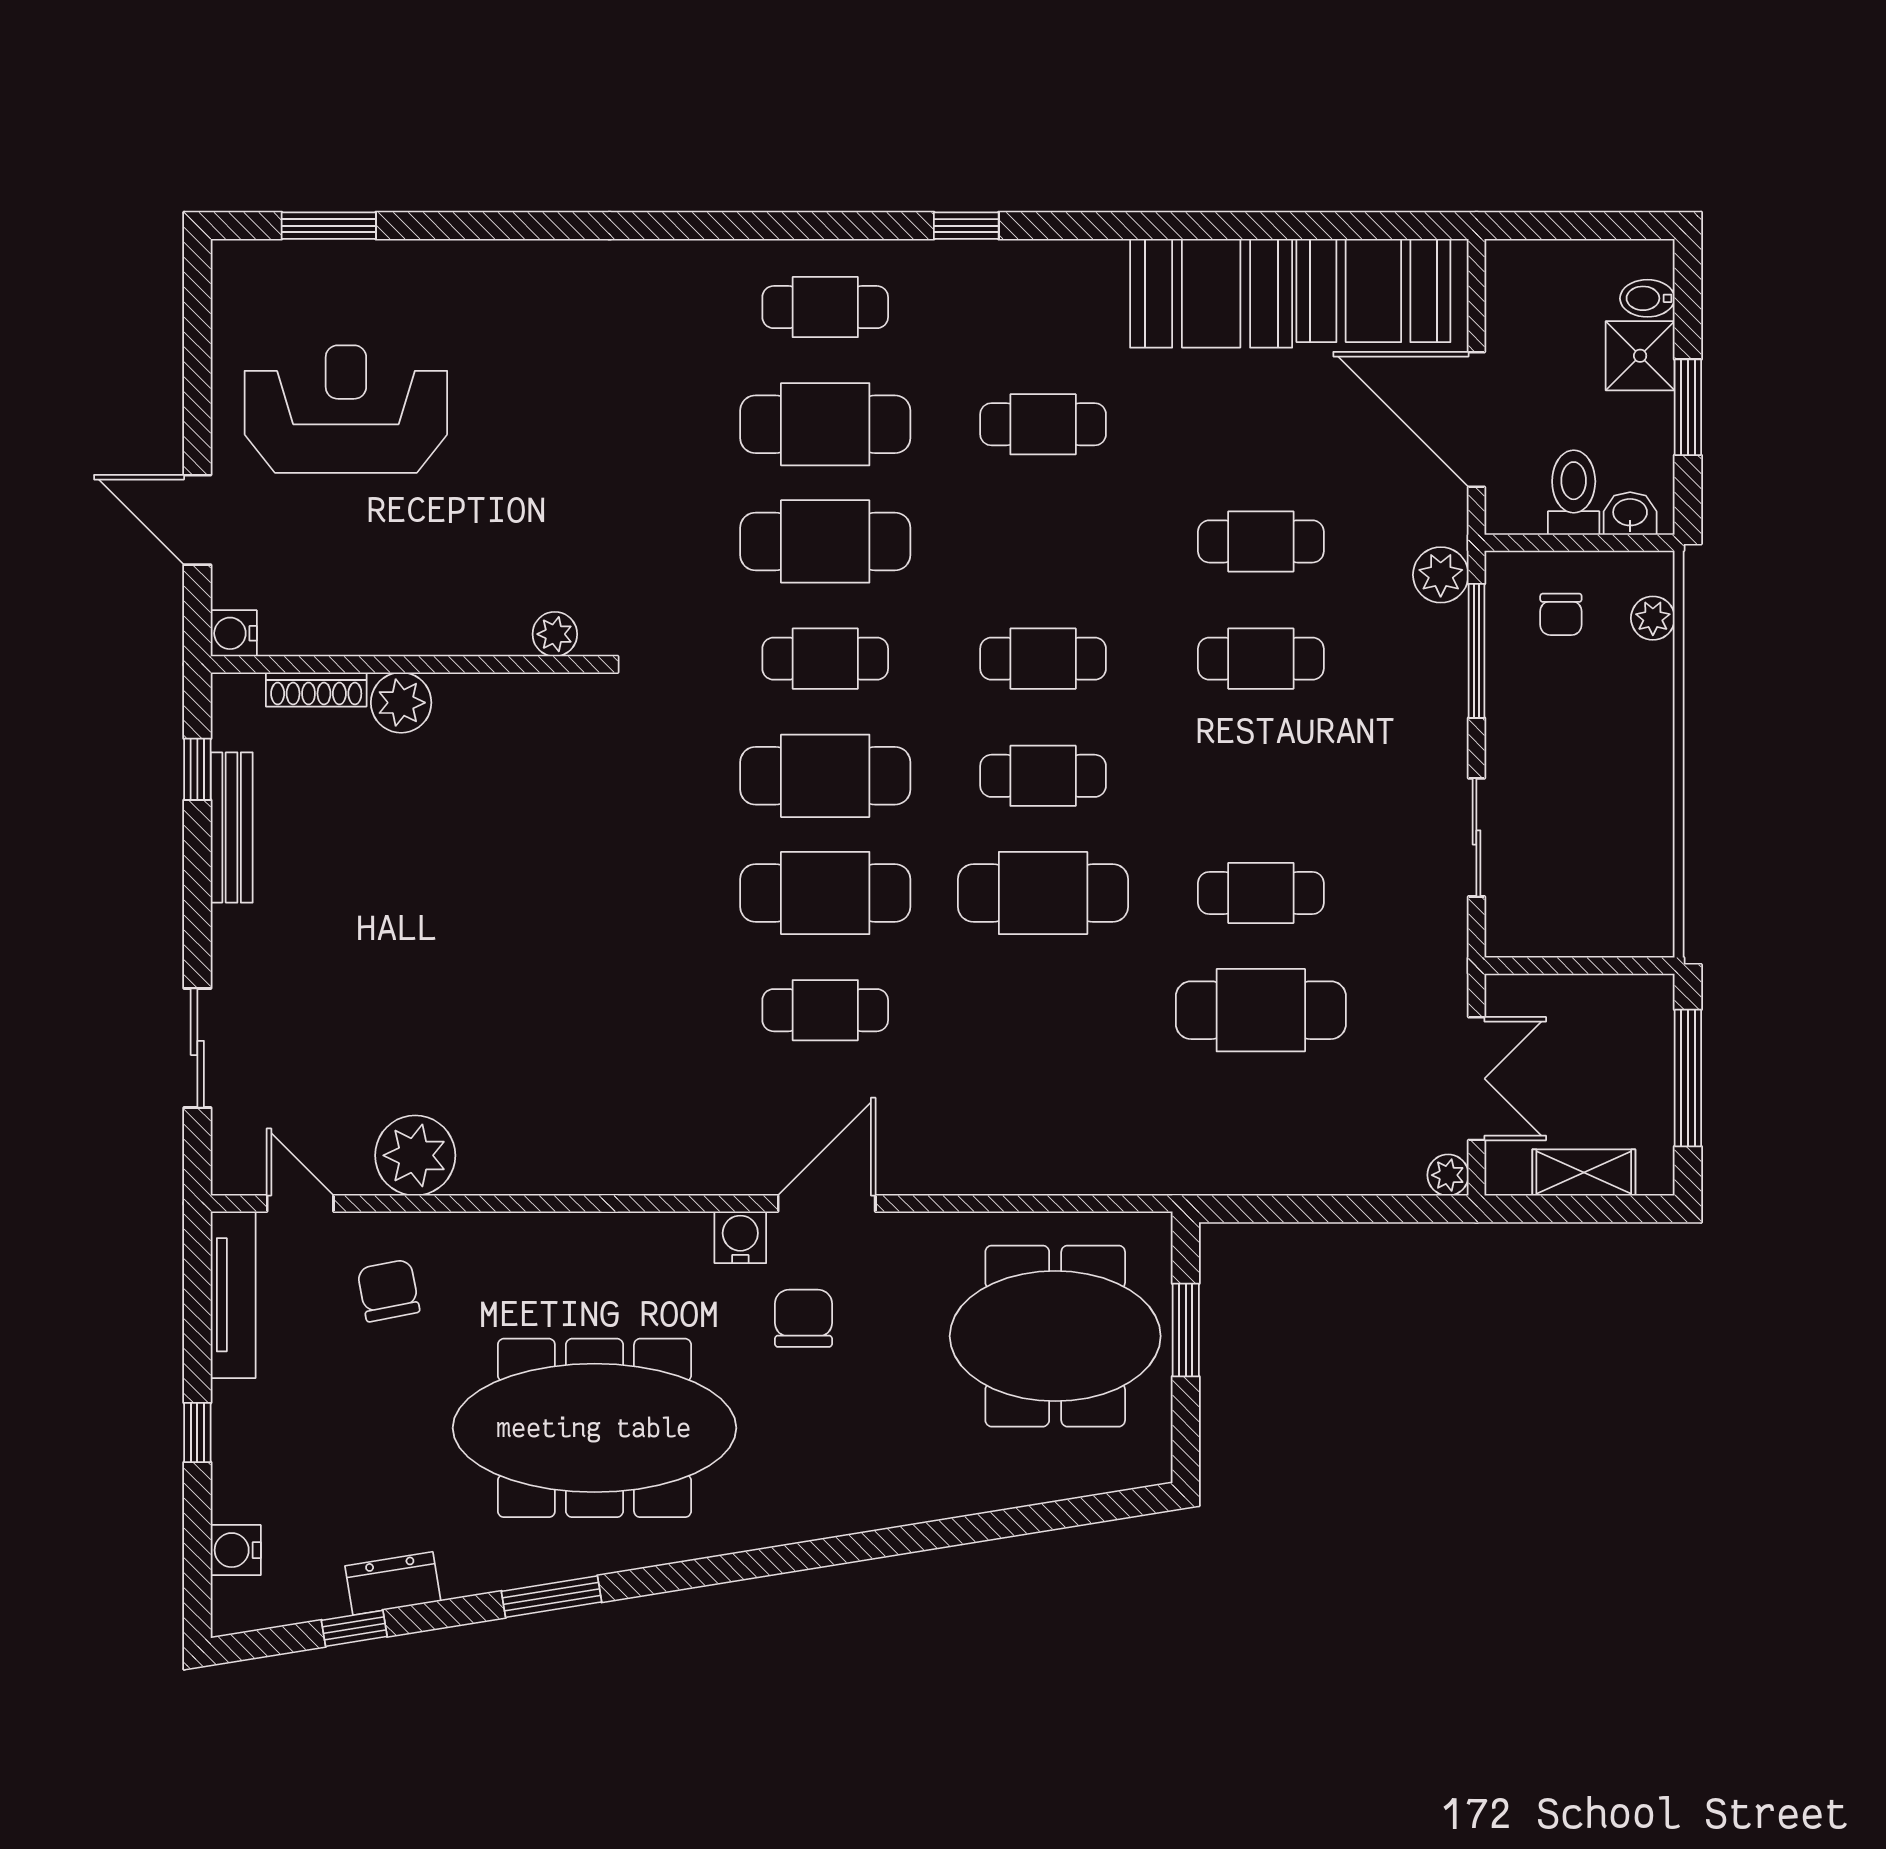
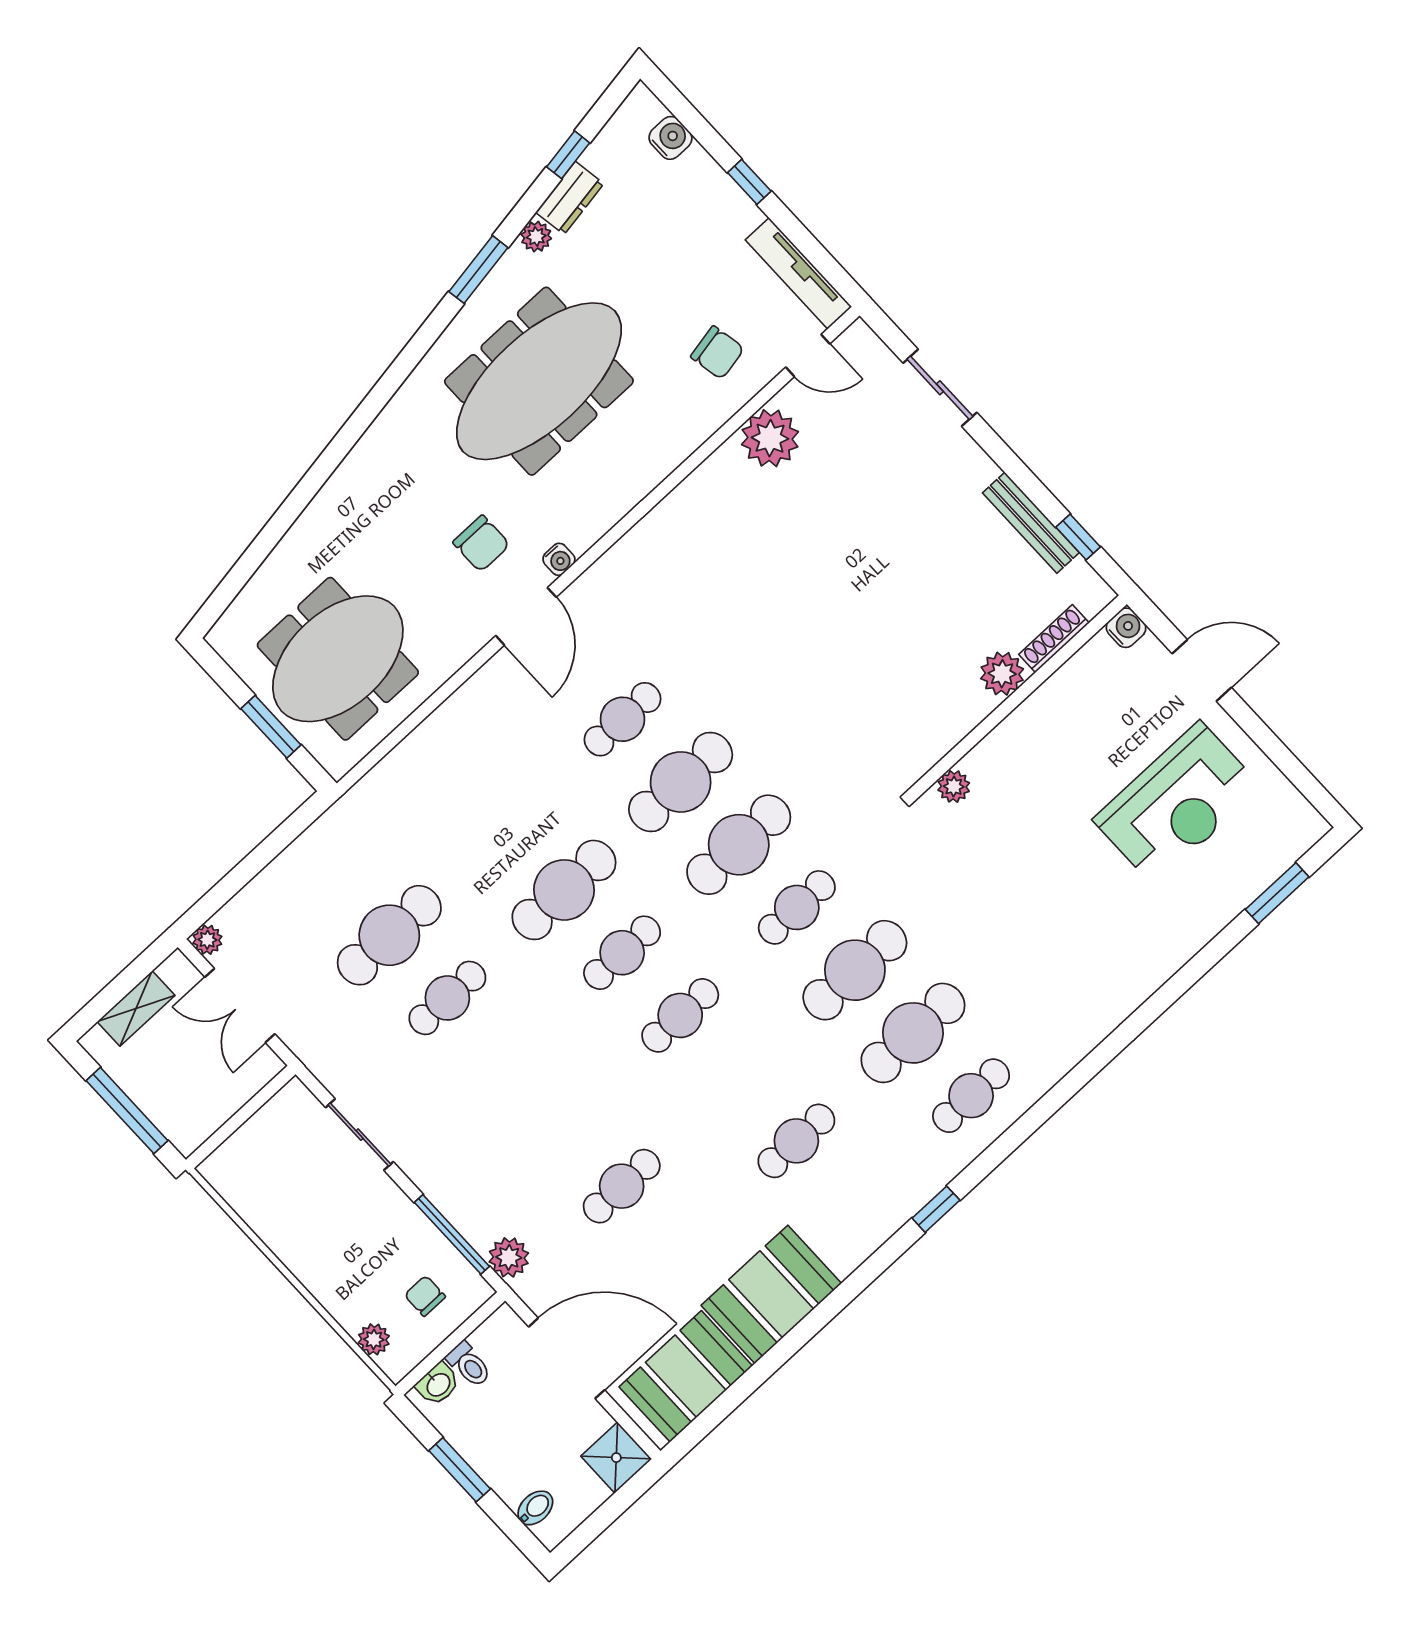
shower: (1640, 356) -> (616, 1458), moved
toilet: (1574, 493) -> (469, 1365), width x0.73, depth x0.72
cafe table: (1261, 659) -> (564, 1123), removed
water cooler: (740, 1237) -> (559, 559), width x0.72, depth x0.72
plant: (463, 1576) -> (536, 237), added

